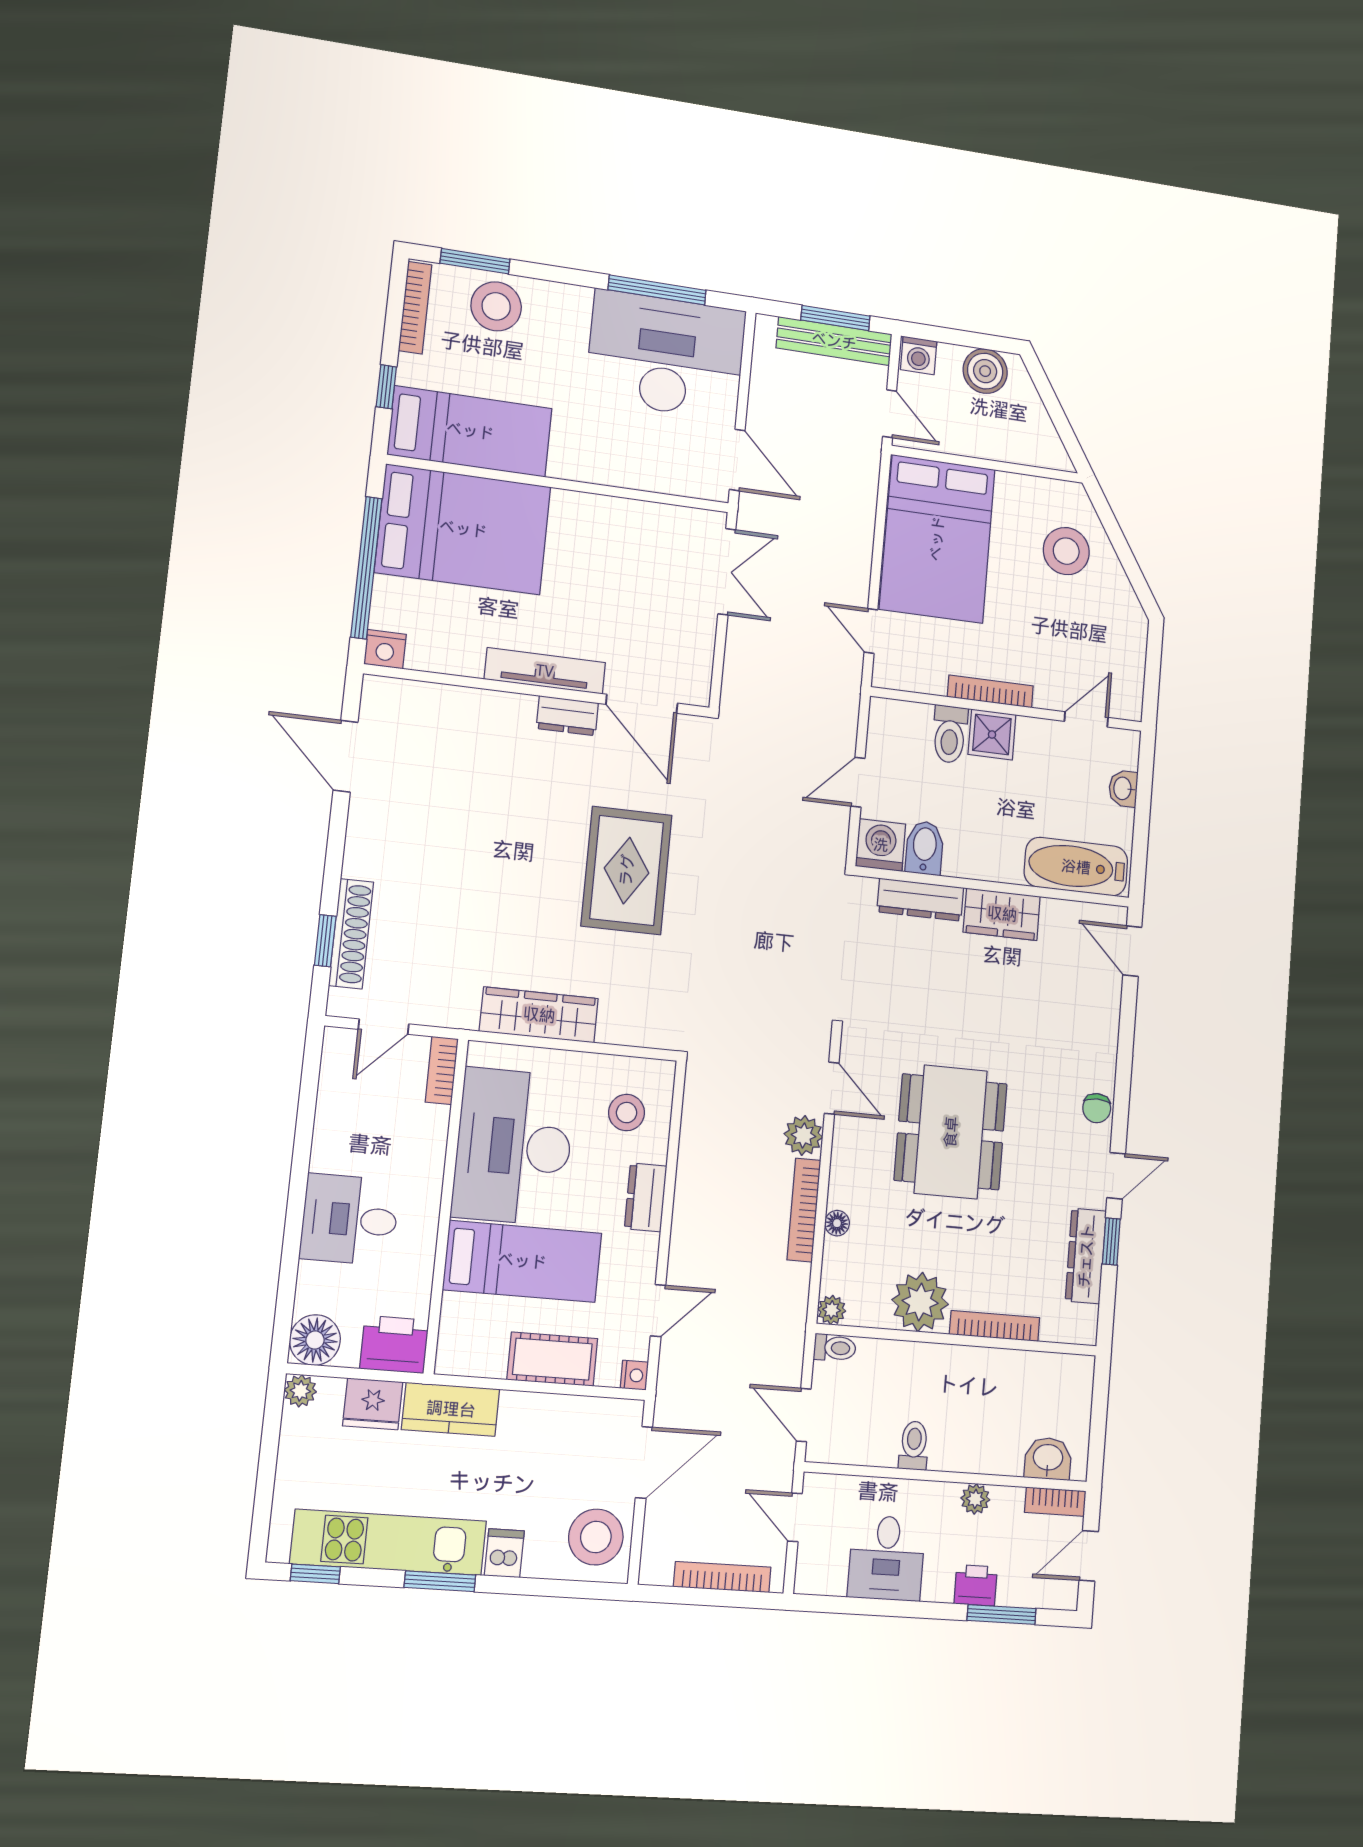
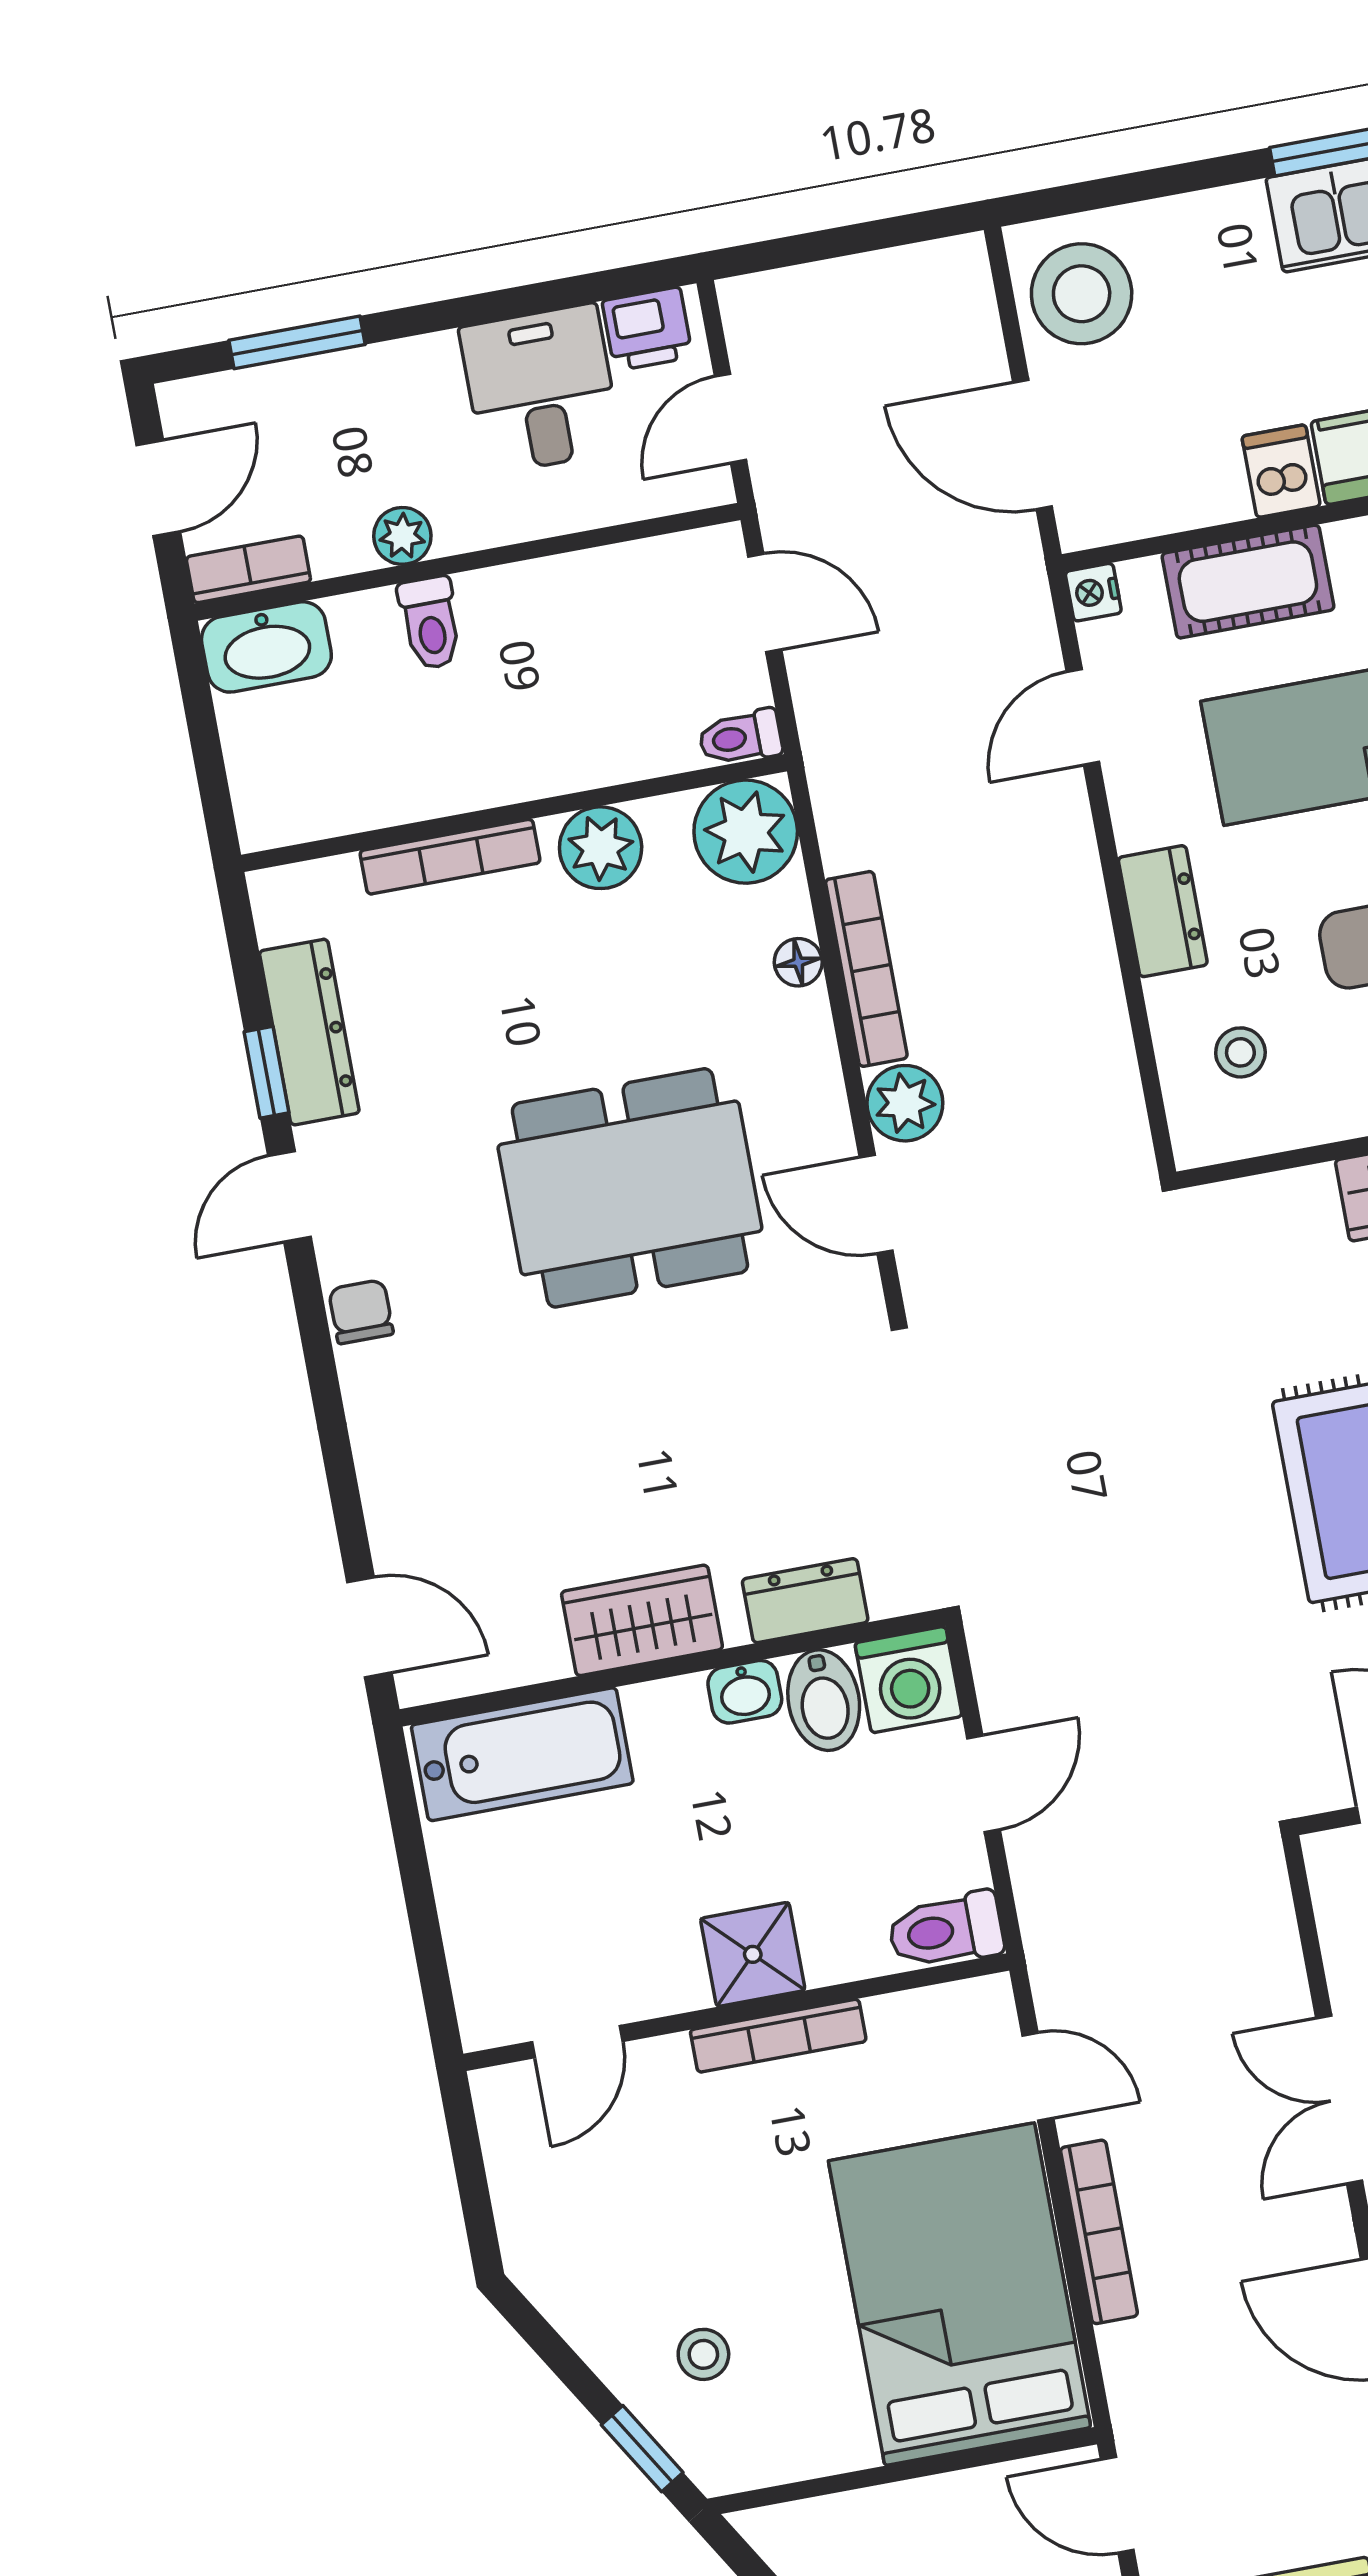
window: (1107, 516) -> (642, 2449), added
stool: (1066, 551) -> (703, 2354), width x0.53, depth x0.53
toilet: (950, 734) -> (946, 1930), moved, turned -90
washbasin: (1123, 788) -> (745, 1692), moved, turned 90
dresser: (920, 900) -> (805, 1601), width x0.70
stool: (627, 1113) -> (1240, 1052), width x0.73, depth x0.73
dining table: (951, 1132) -> (630, 1188), turned 90
plant: (920, 1302) -> (601, 848), width x0.73, depth x0.73
plant: (832, 1310) -> (746, 832), width x1.87, depth x1.87
toilet: (914, 1445) -> (430, 623), moved
washbasin: (1048, 1458) -> (266, 647), width x1.38
door: (644, 1462) -> (1032, 445), hinge flipped
door: (795, 1517) -> (731, 418), swing flipped
dishwasher: (504, 1553) -> (1281, 471), moved, turned 180
bookcase: (722, 1577) -> (1099, 2232), moved, turned -90
printer: (976, 1585) -> (647, 329), moved

